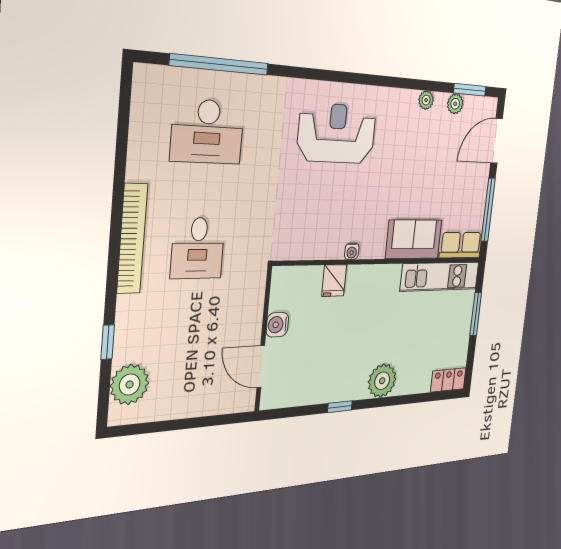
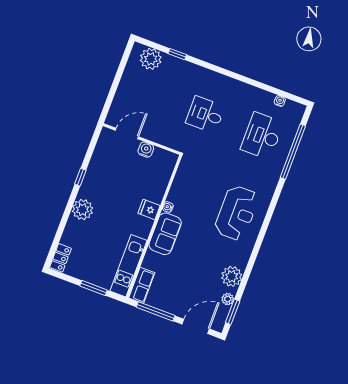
plant: (426, 100) -> (232, 276), width x1.88, depth x1.88
water cooler: (138, 119) -> (280, 101), added
door: (496, 141) -> (196, 326), hinge flipped
bookcase: (132, 239) -> (223, 81), removed
sofa: (414, 239) -> (165, 234), moved
fridge: (334, 281) -> (149, 209), moved

